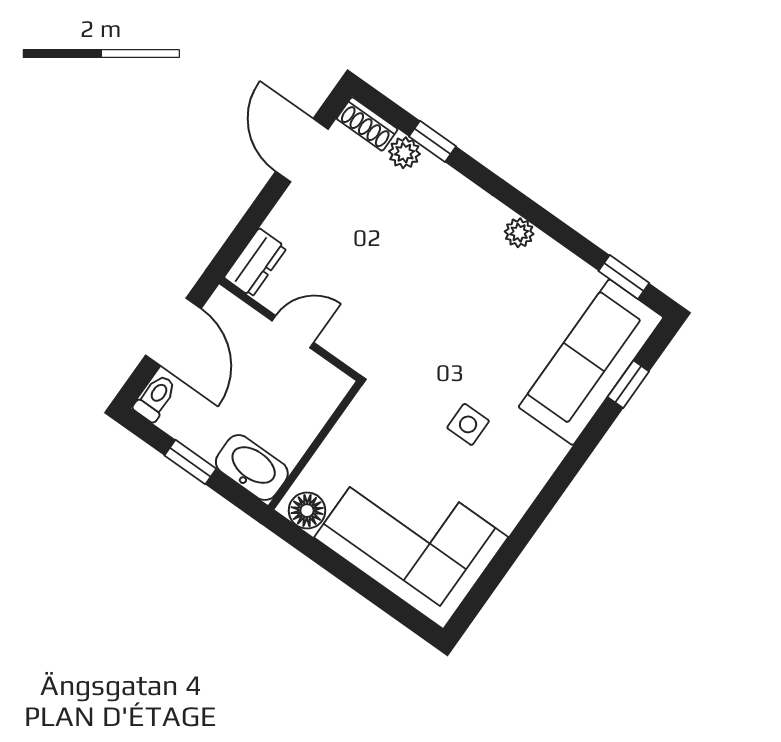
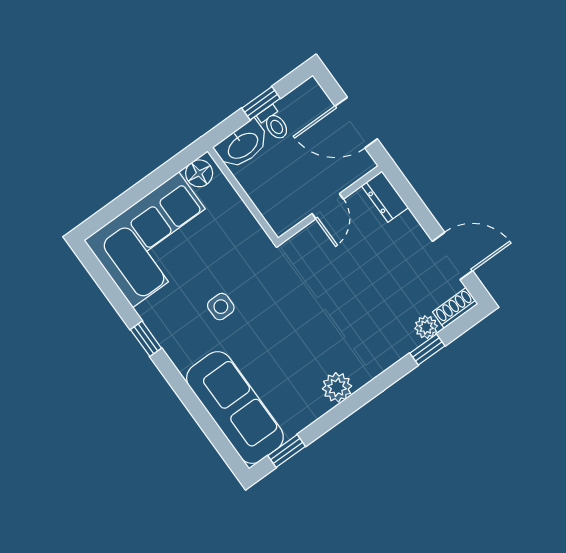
plant: (519, 233) -> (337, 387), width x1.38, depth x1.38
window: (628, 384) -> (146, 339), moved
toilet: (155, 398) -> (274, 123), moved

